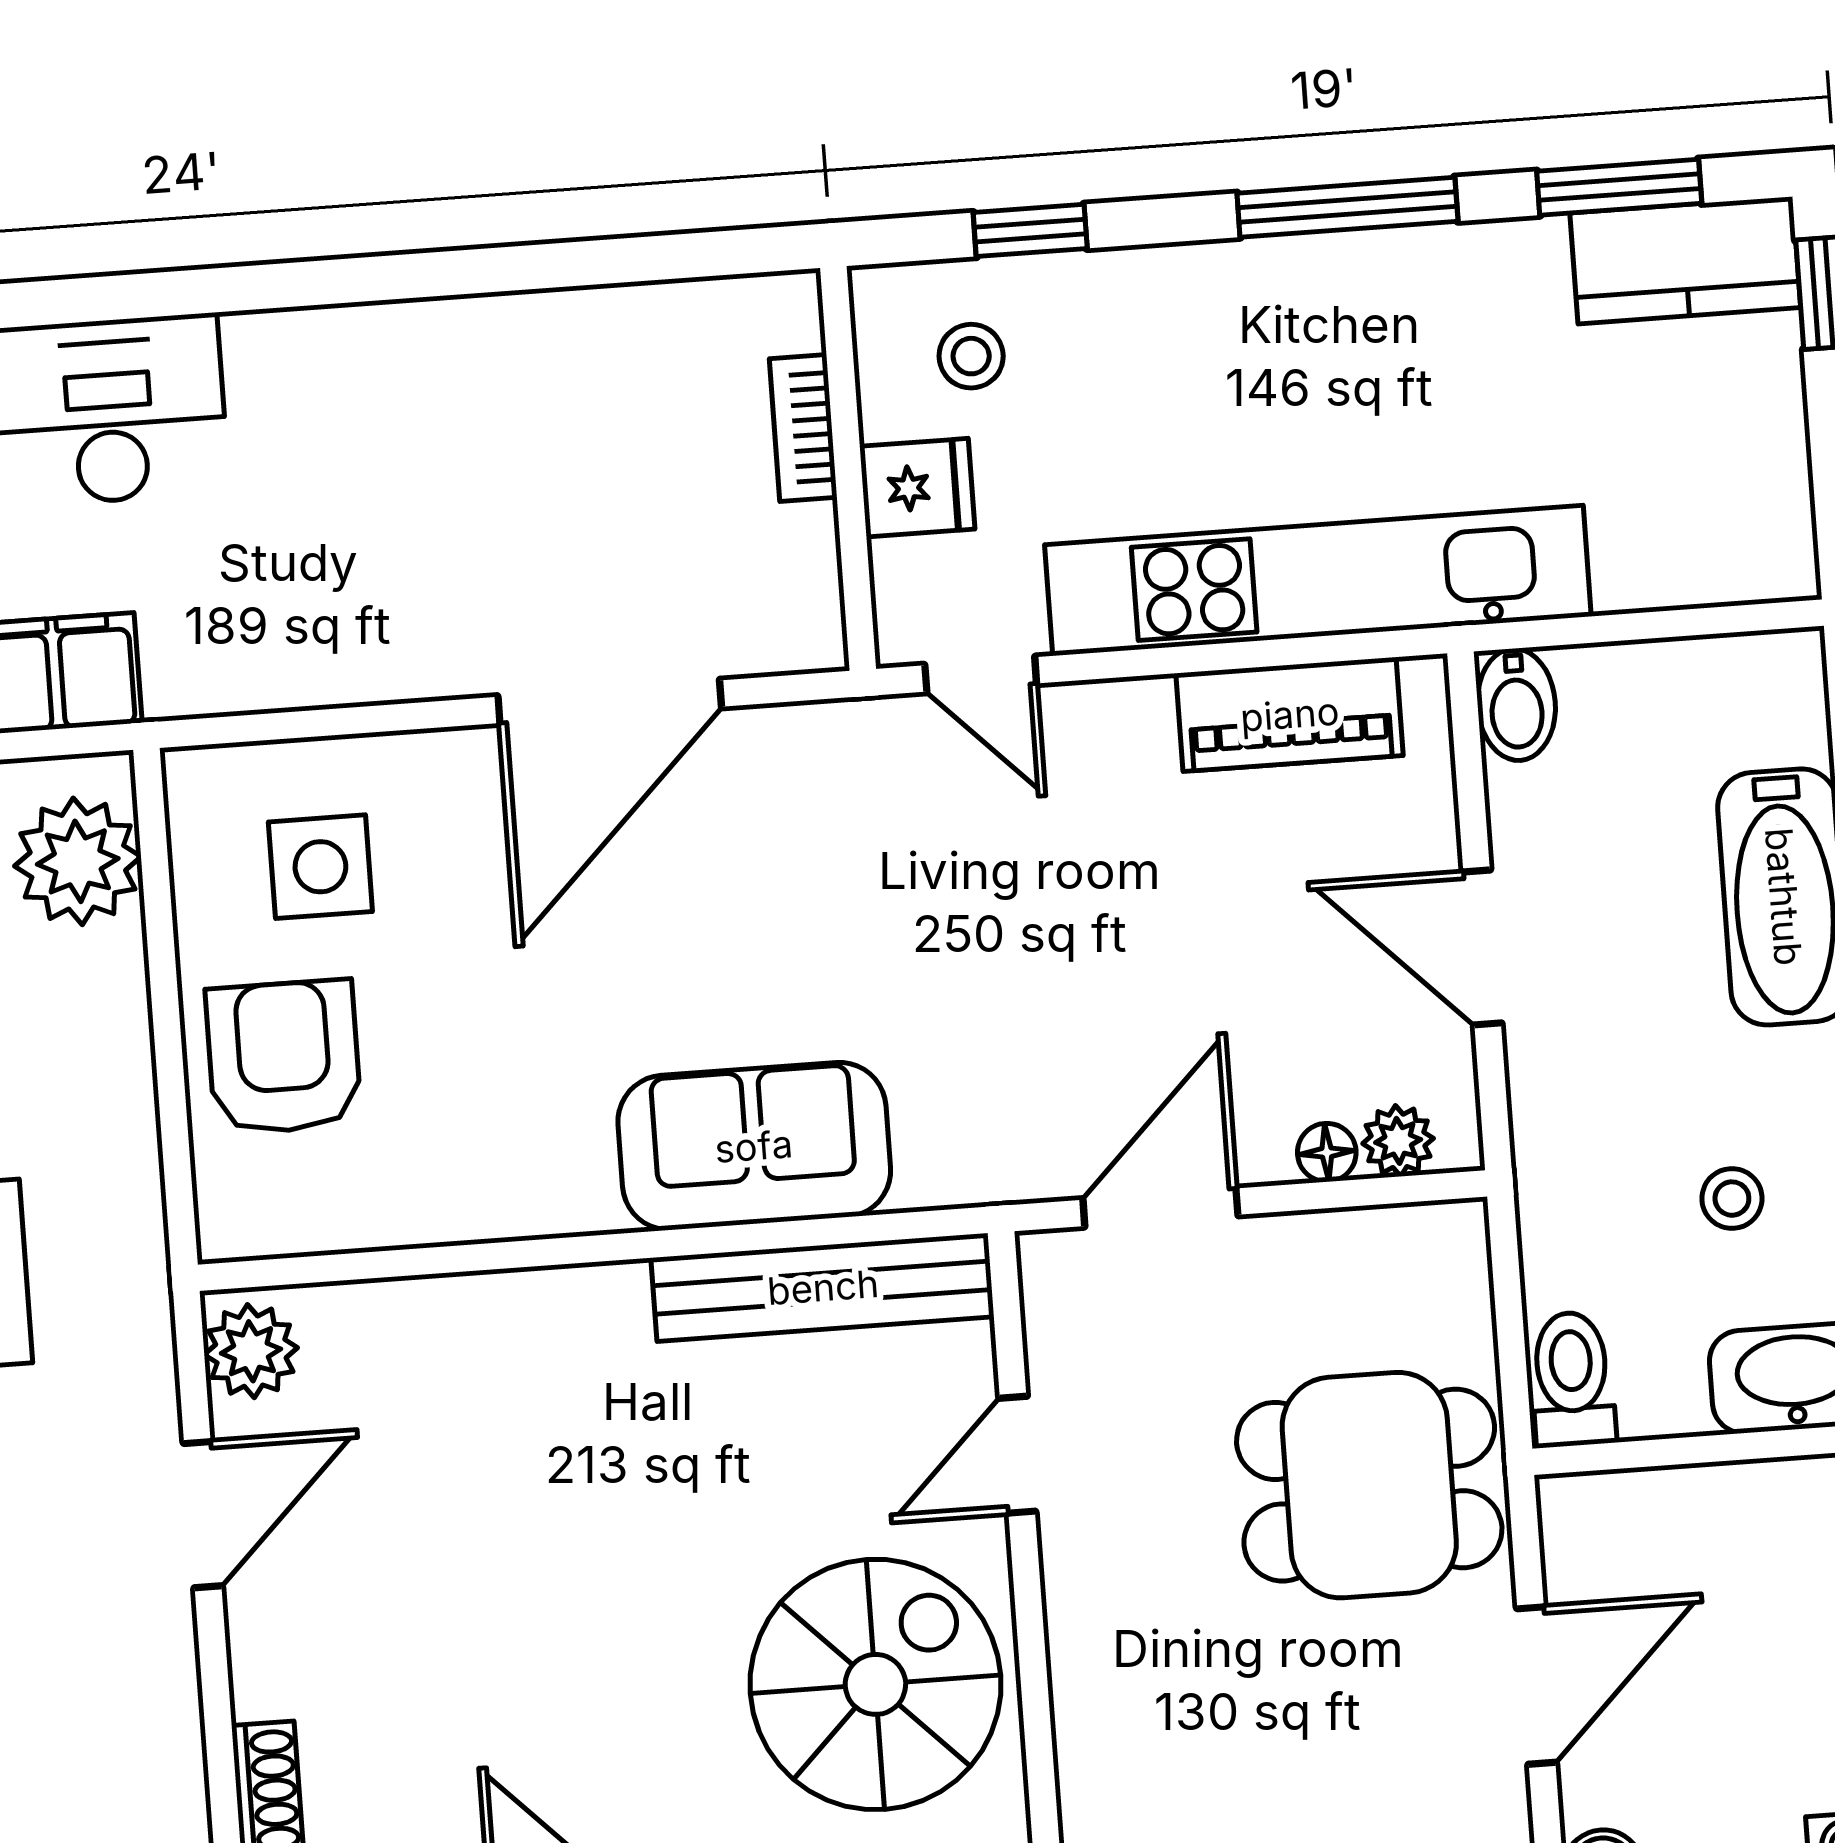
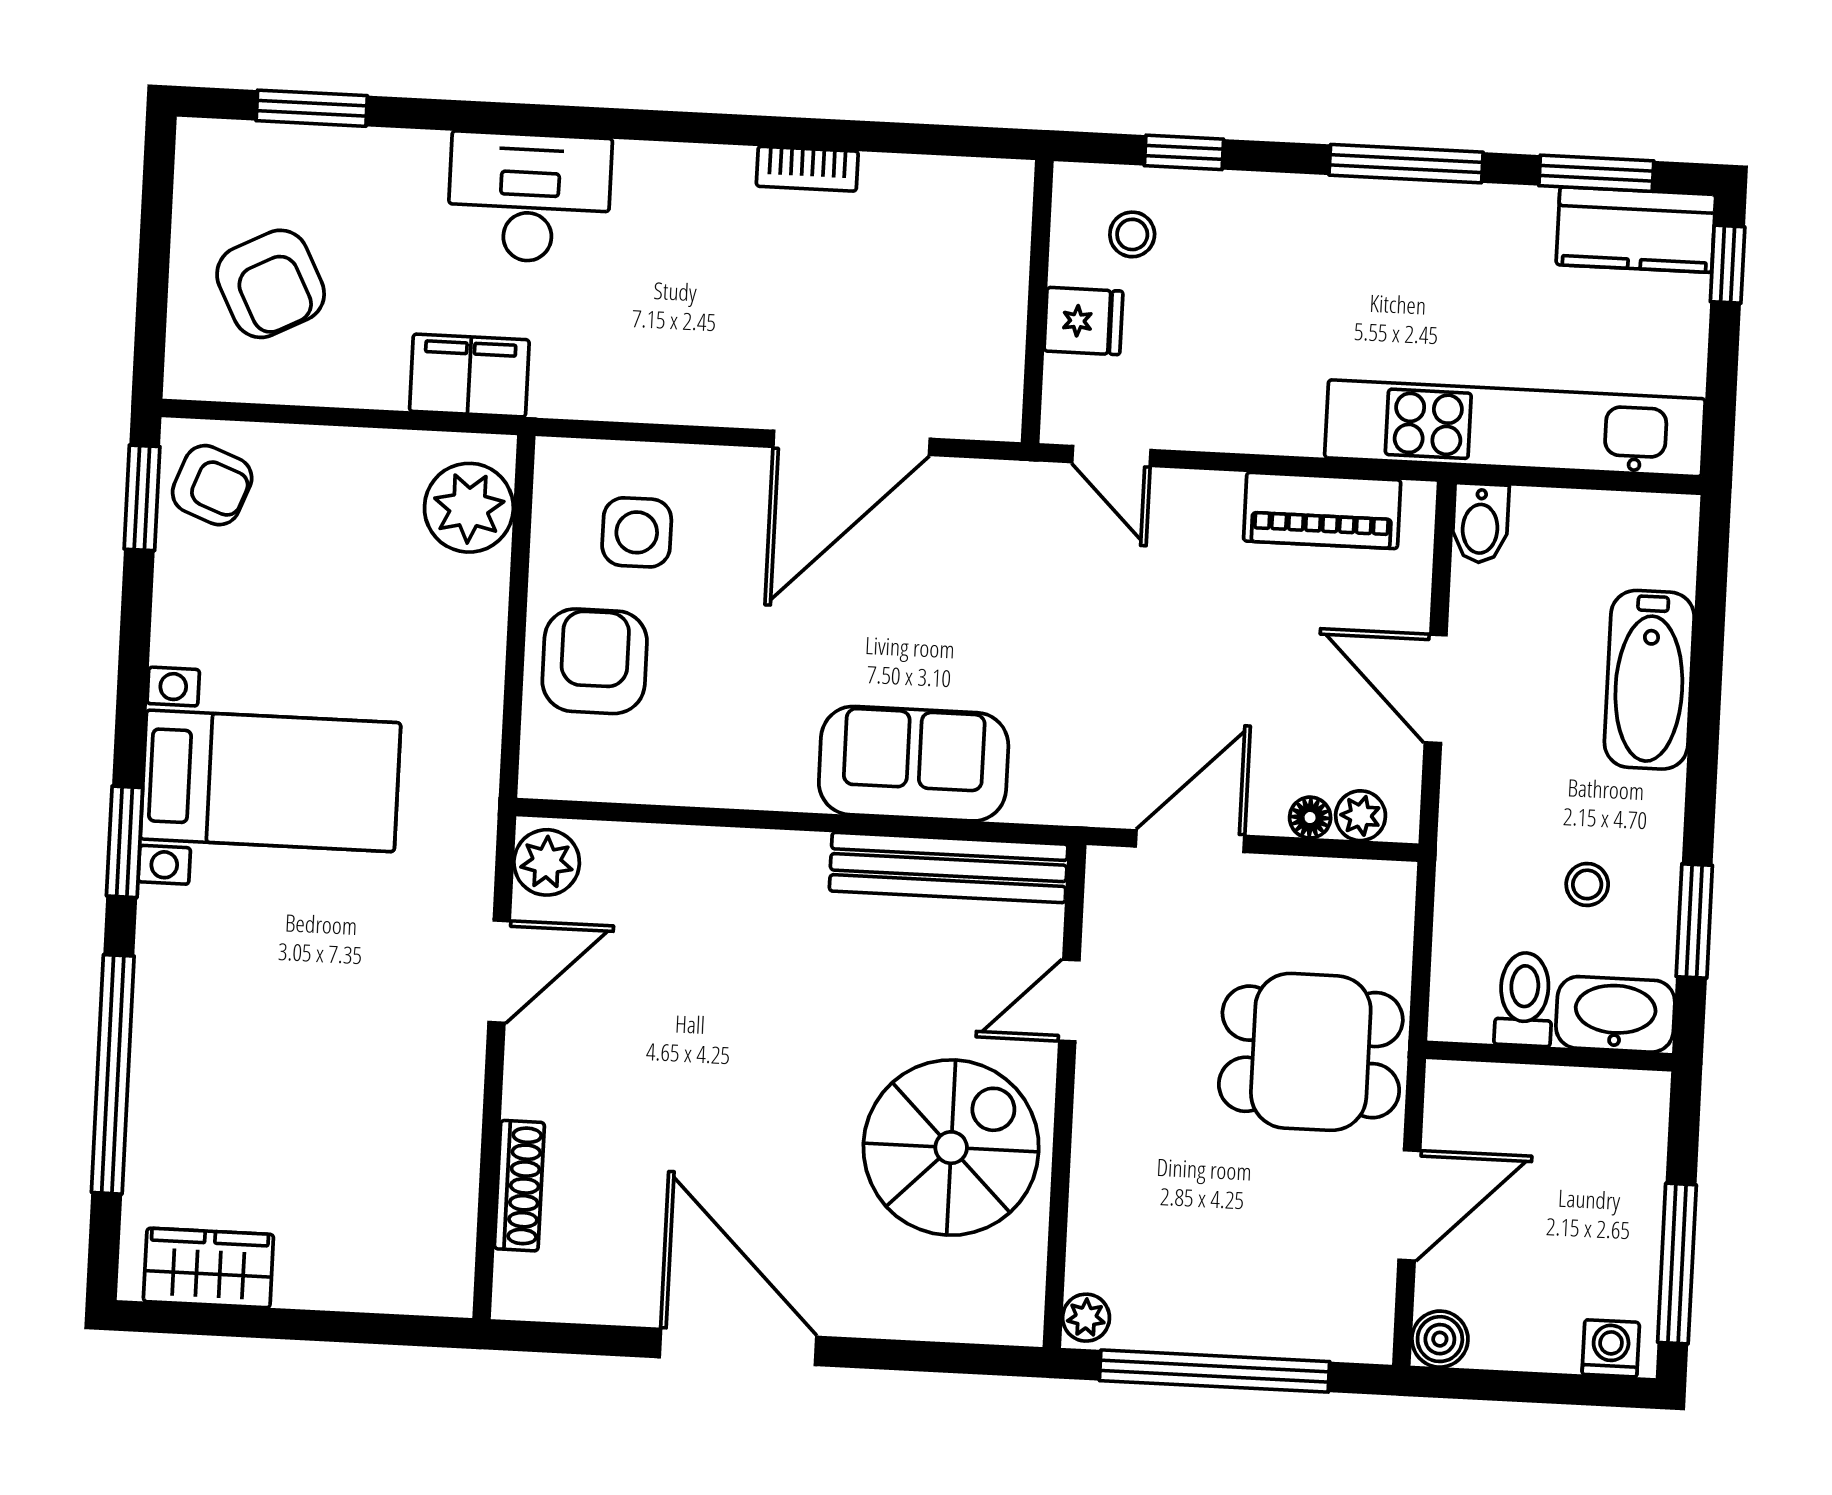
bookcase: (803, 428) -> (807, 169), moved, turned -90
kitchen unit: (1318, 581) -> (1515, 428), moved
toilet: (1572, 1379) -> (1524, 999), moved

